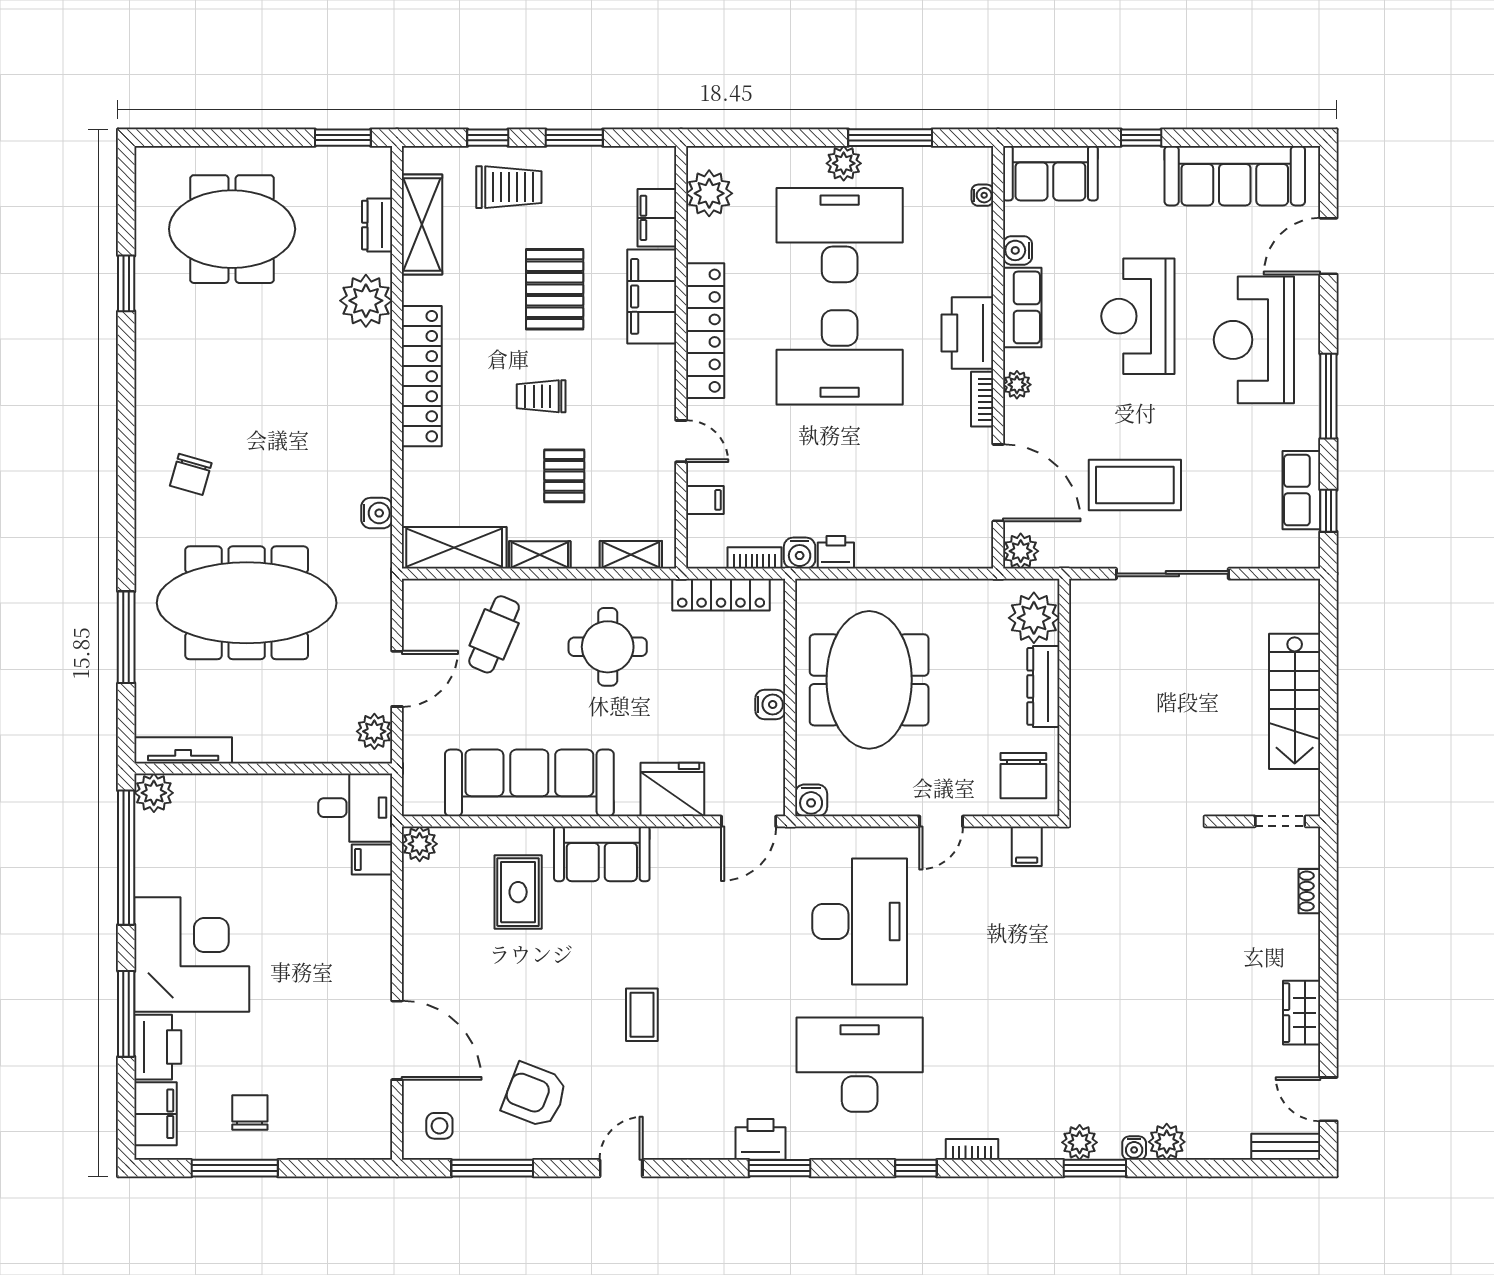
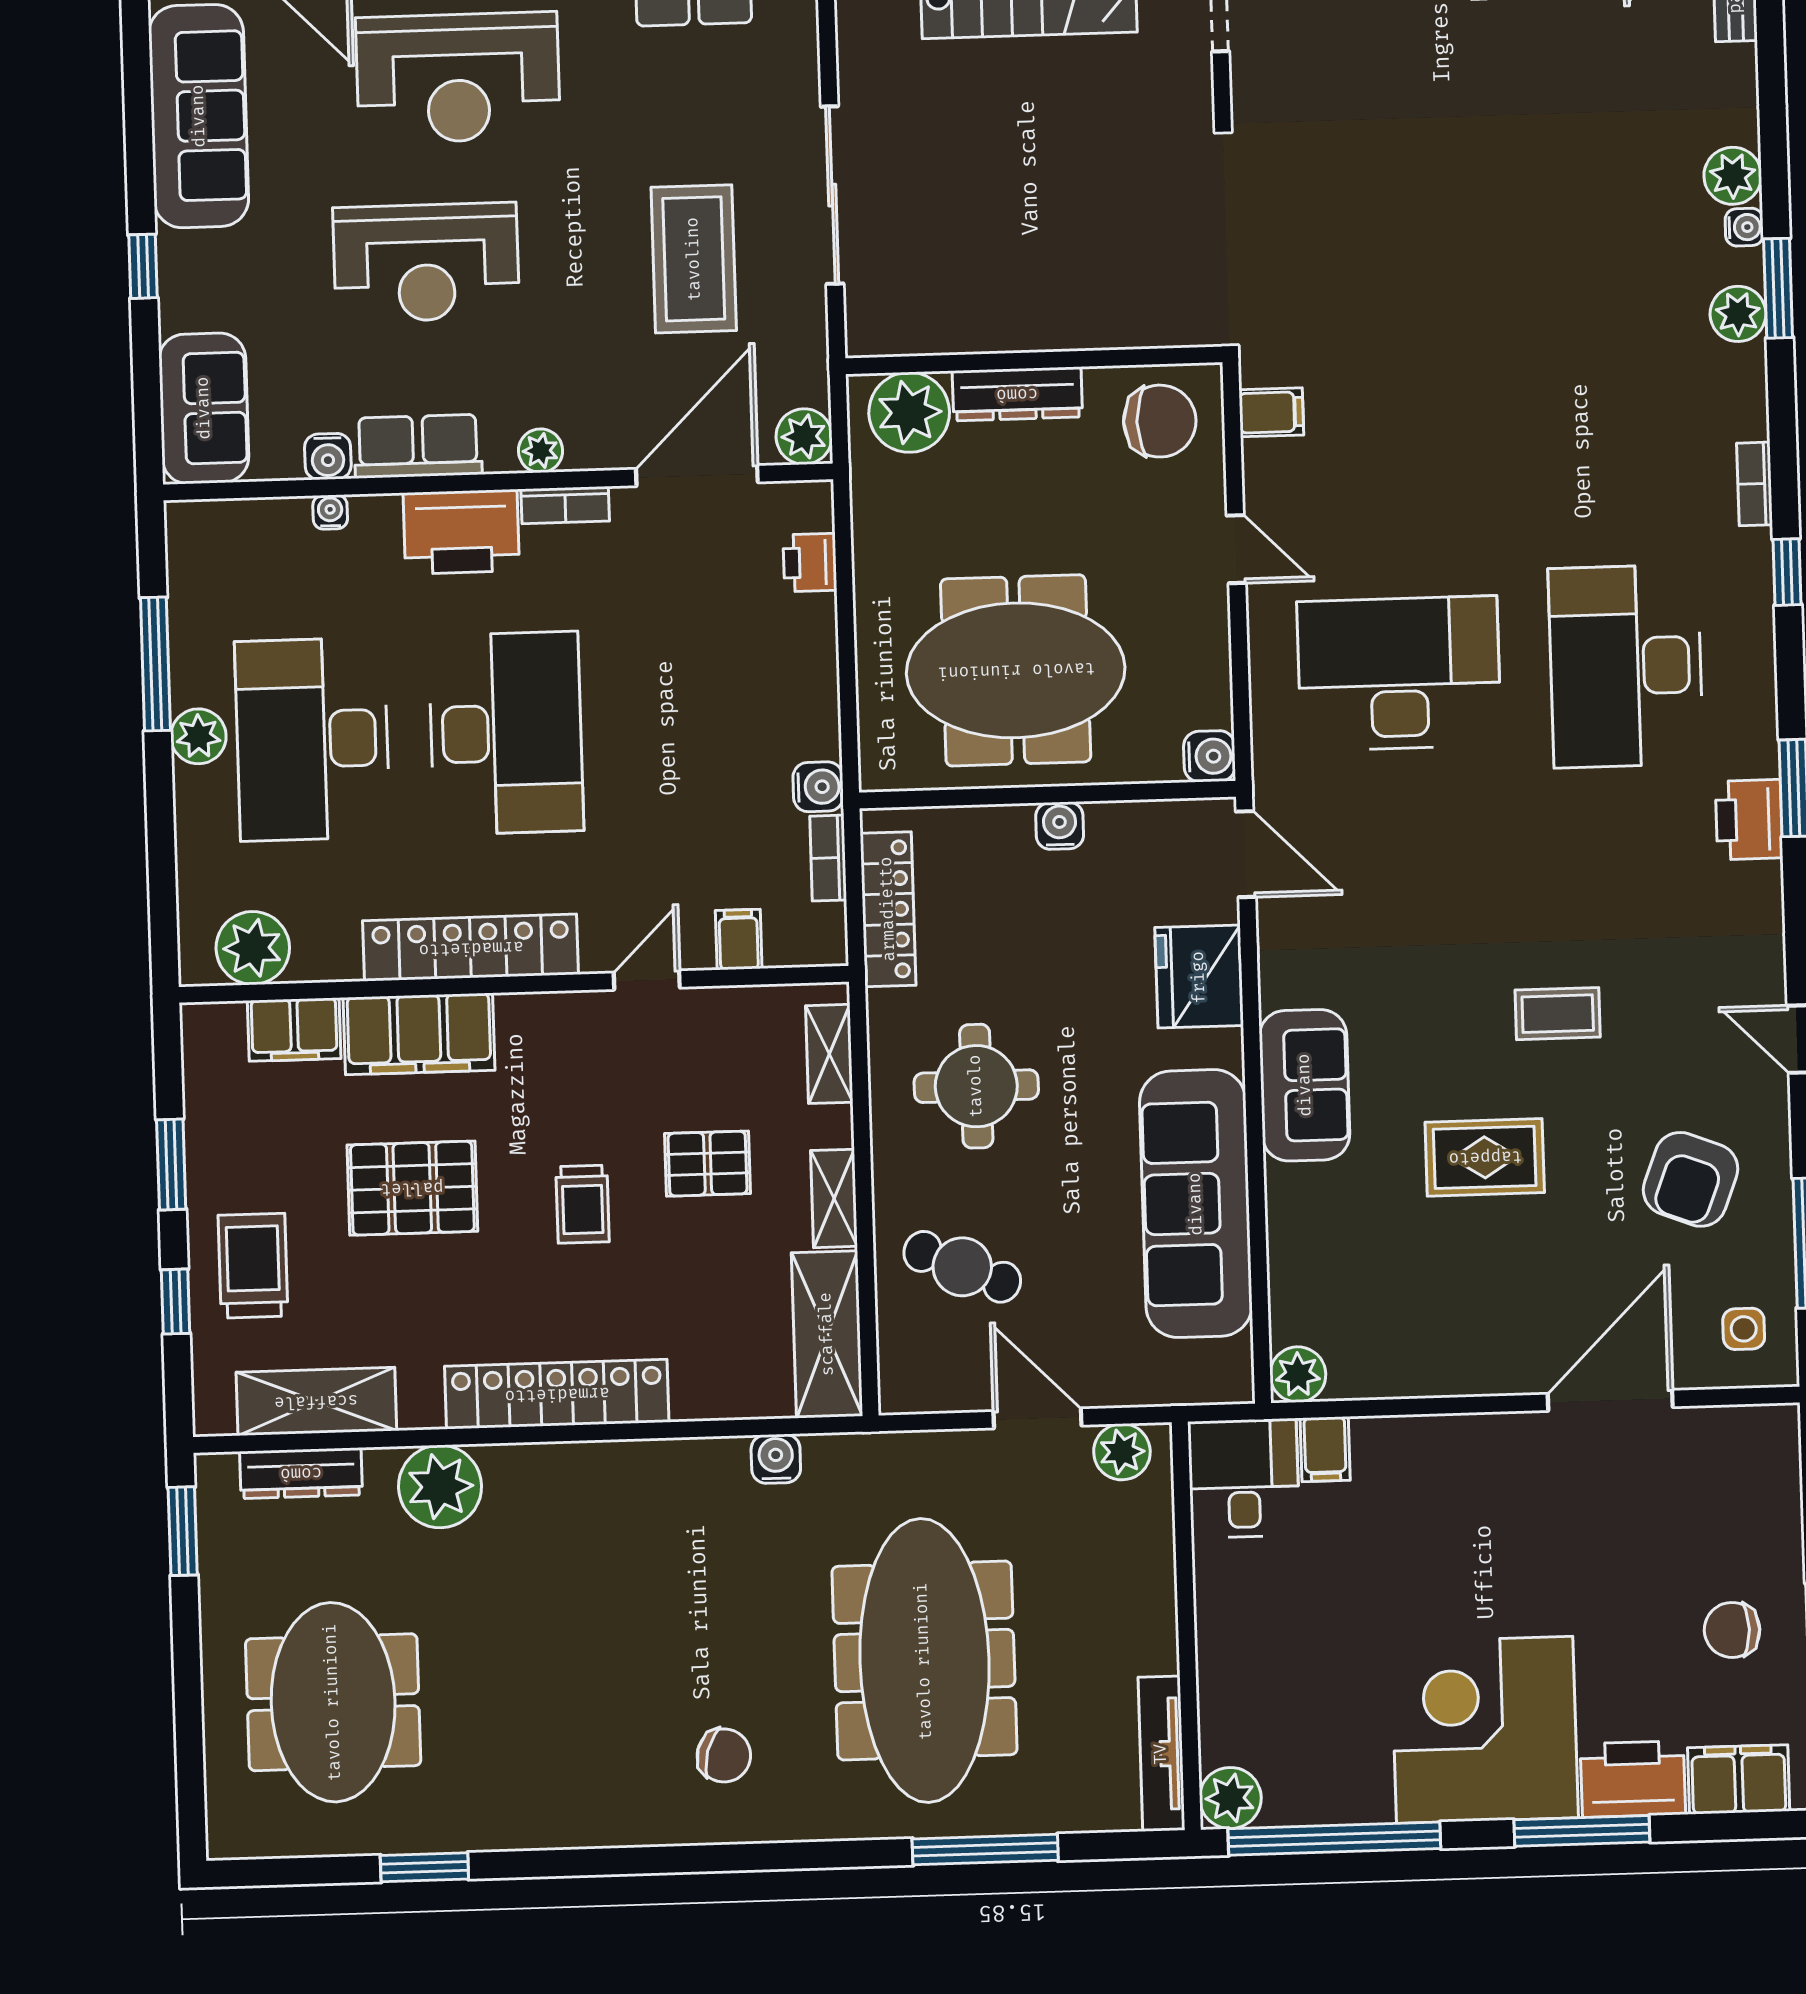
water cooler: (982, 195) -> (330, 512), moved
dresser: (377, 225) -> (301, 1473), width x1.44
printer: (836, 552) -> (810, 563), moved
rug: (518, 892) -> (1485, 1157), moved

